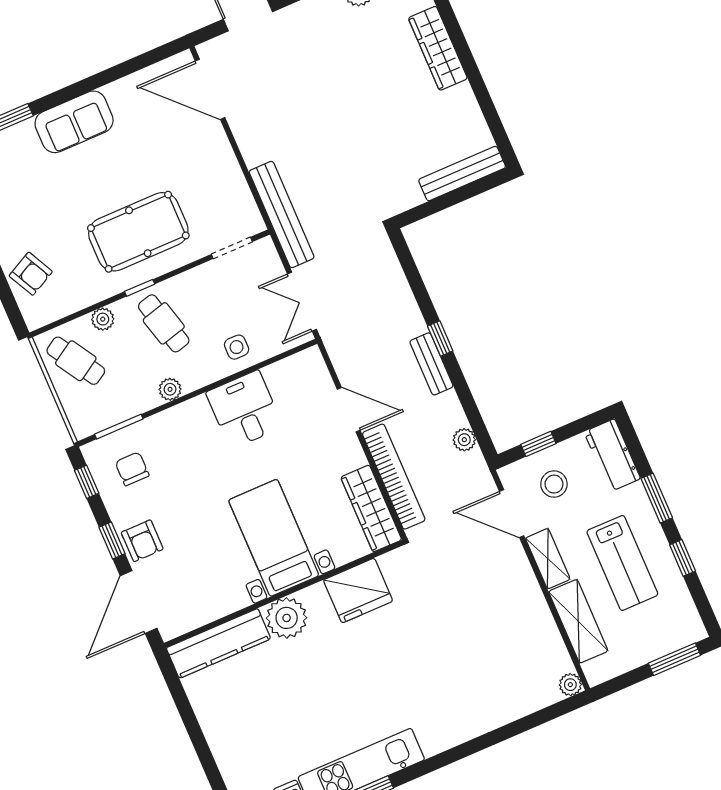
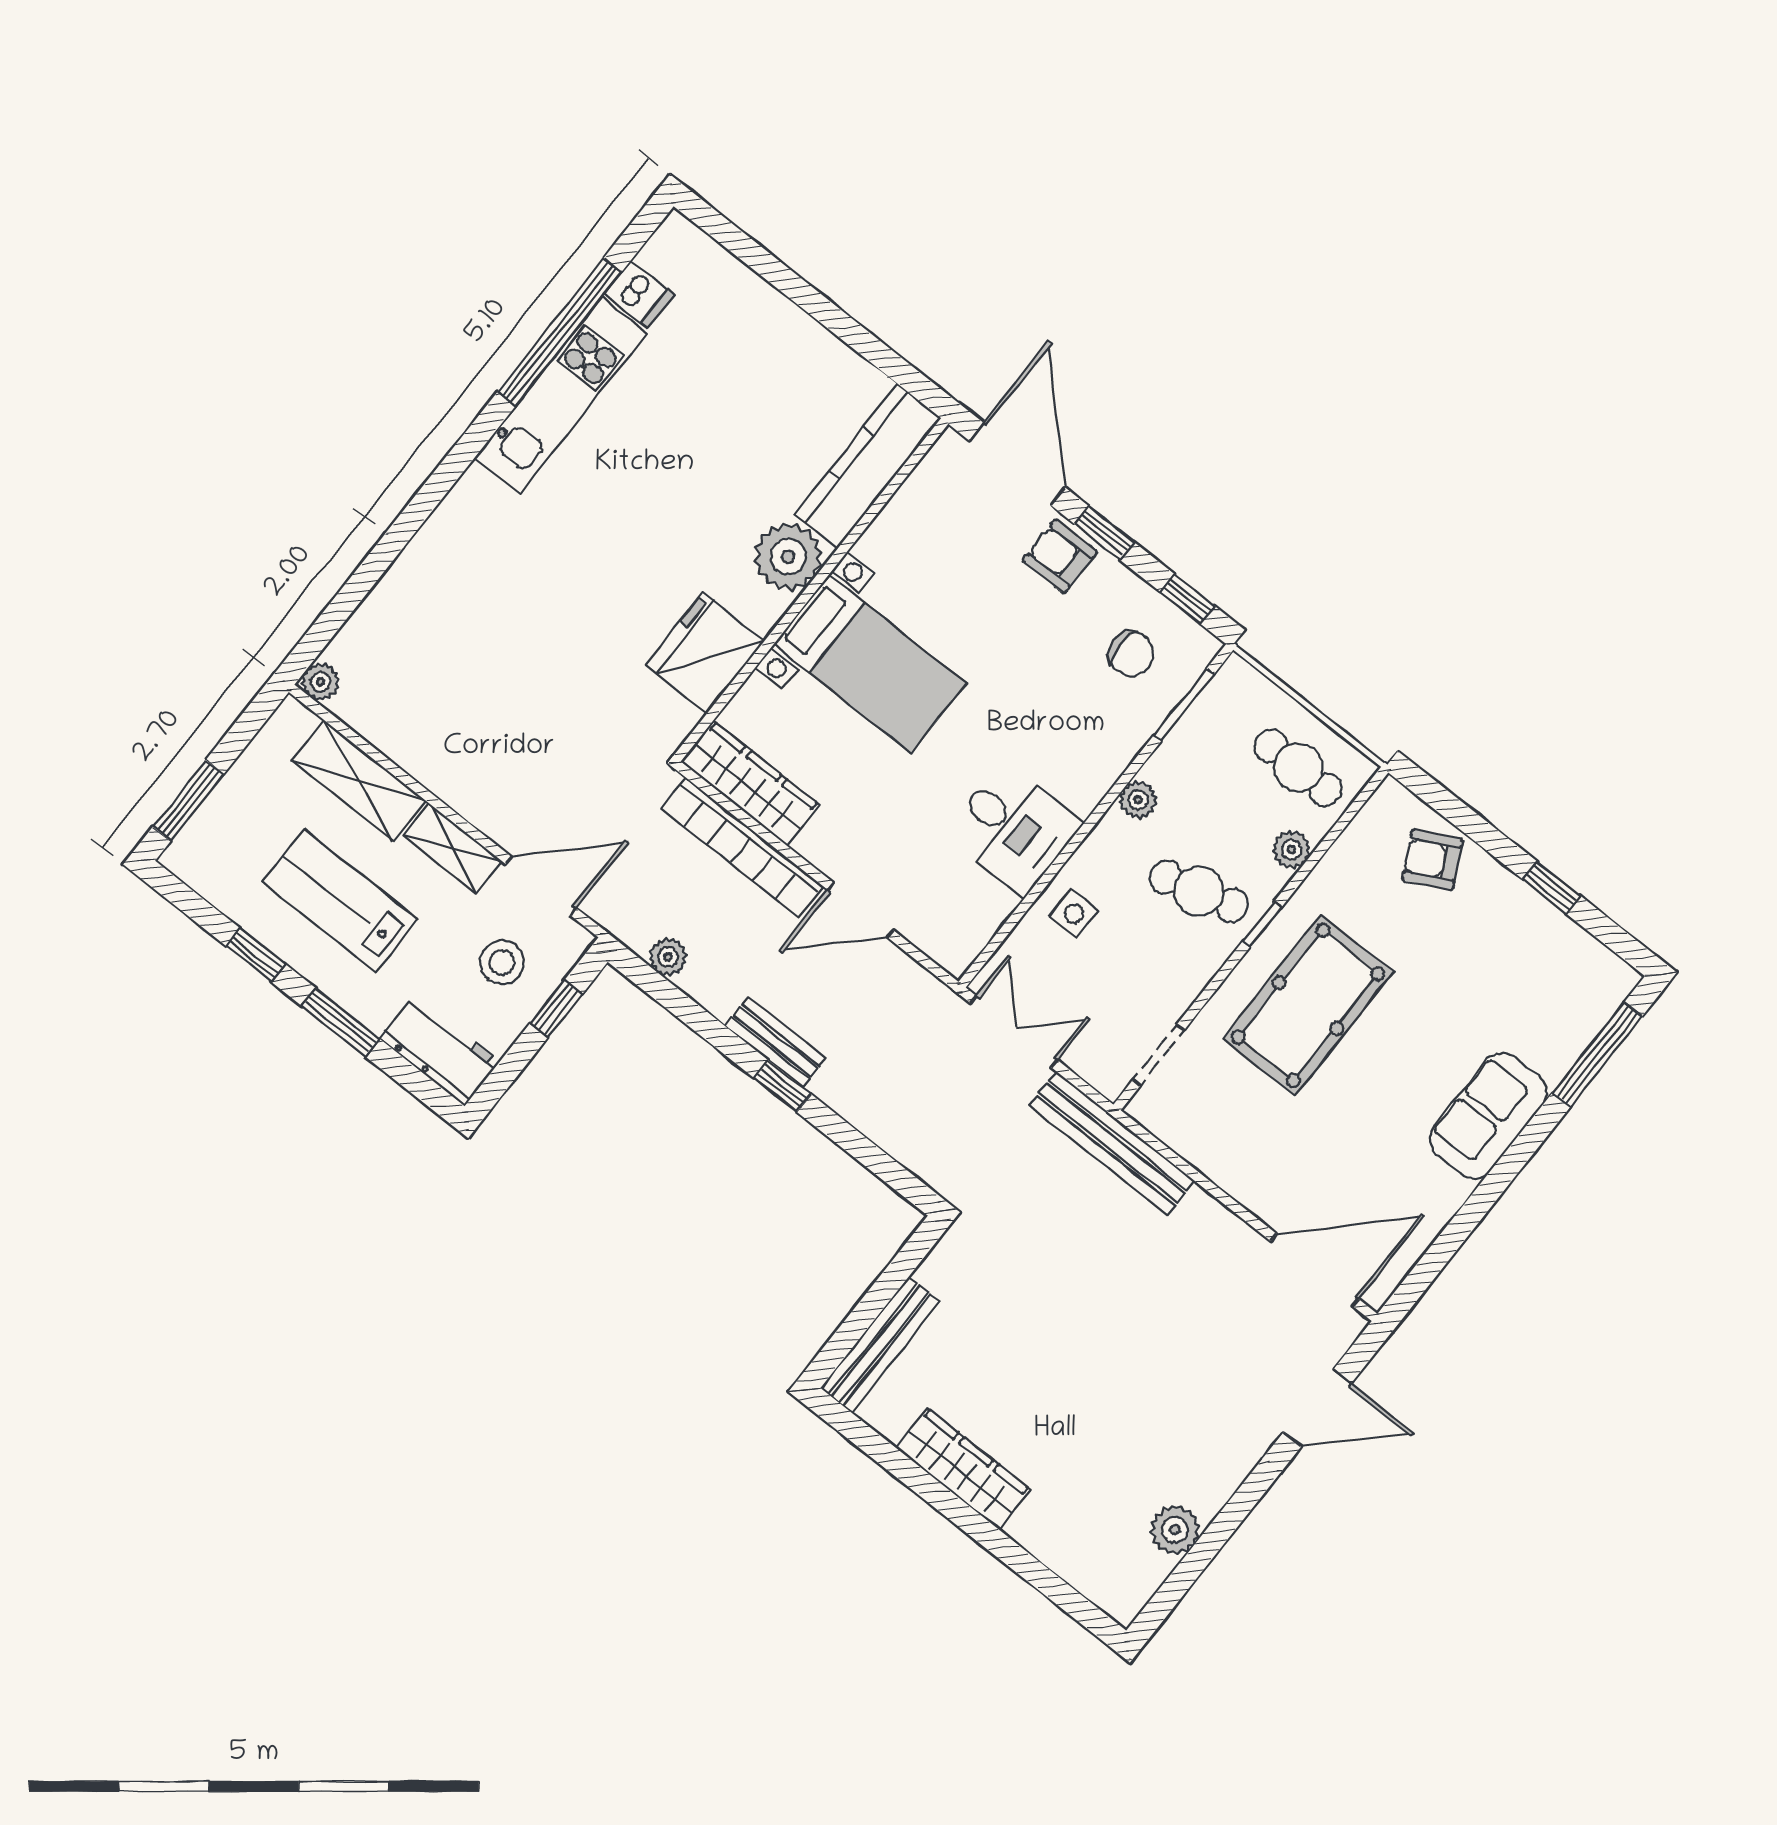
wardrobe: (438, 48) -> (963, 1469), moved
cafe table: (76, 361) -> (1298, 768), turned 32

